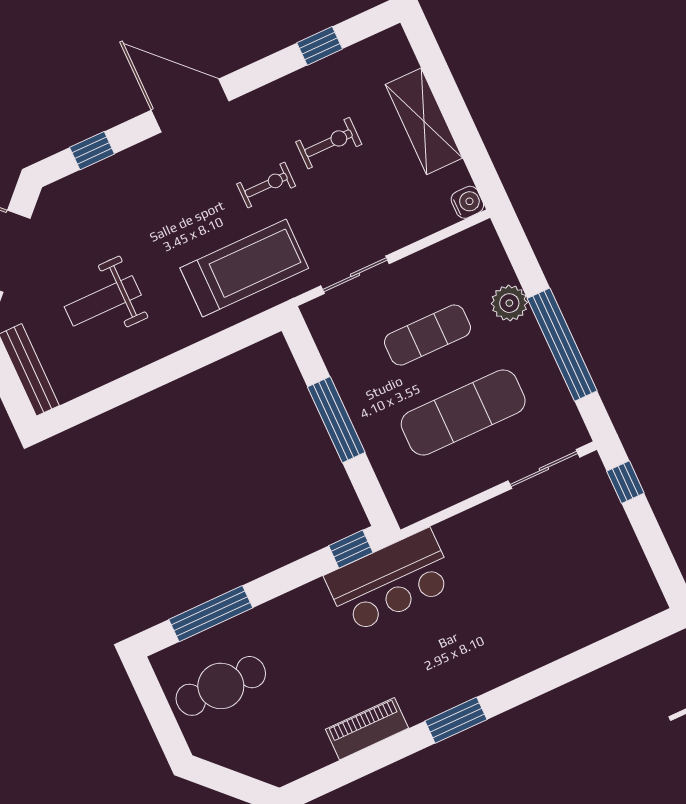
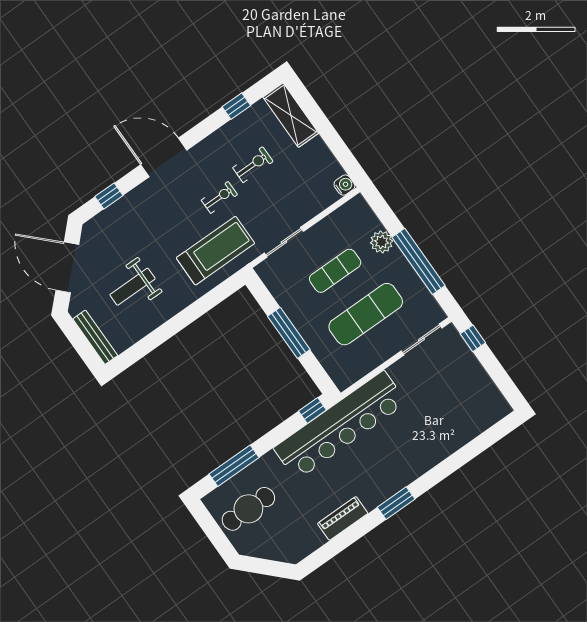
shelving: (424, 121) -> (291, 115), moved
bar counter: (390, 581) -> (340, 425), width x1.86

